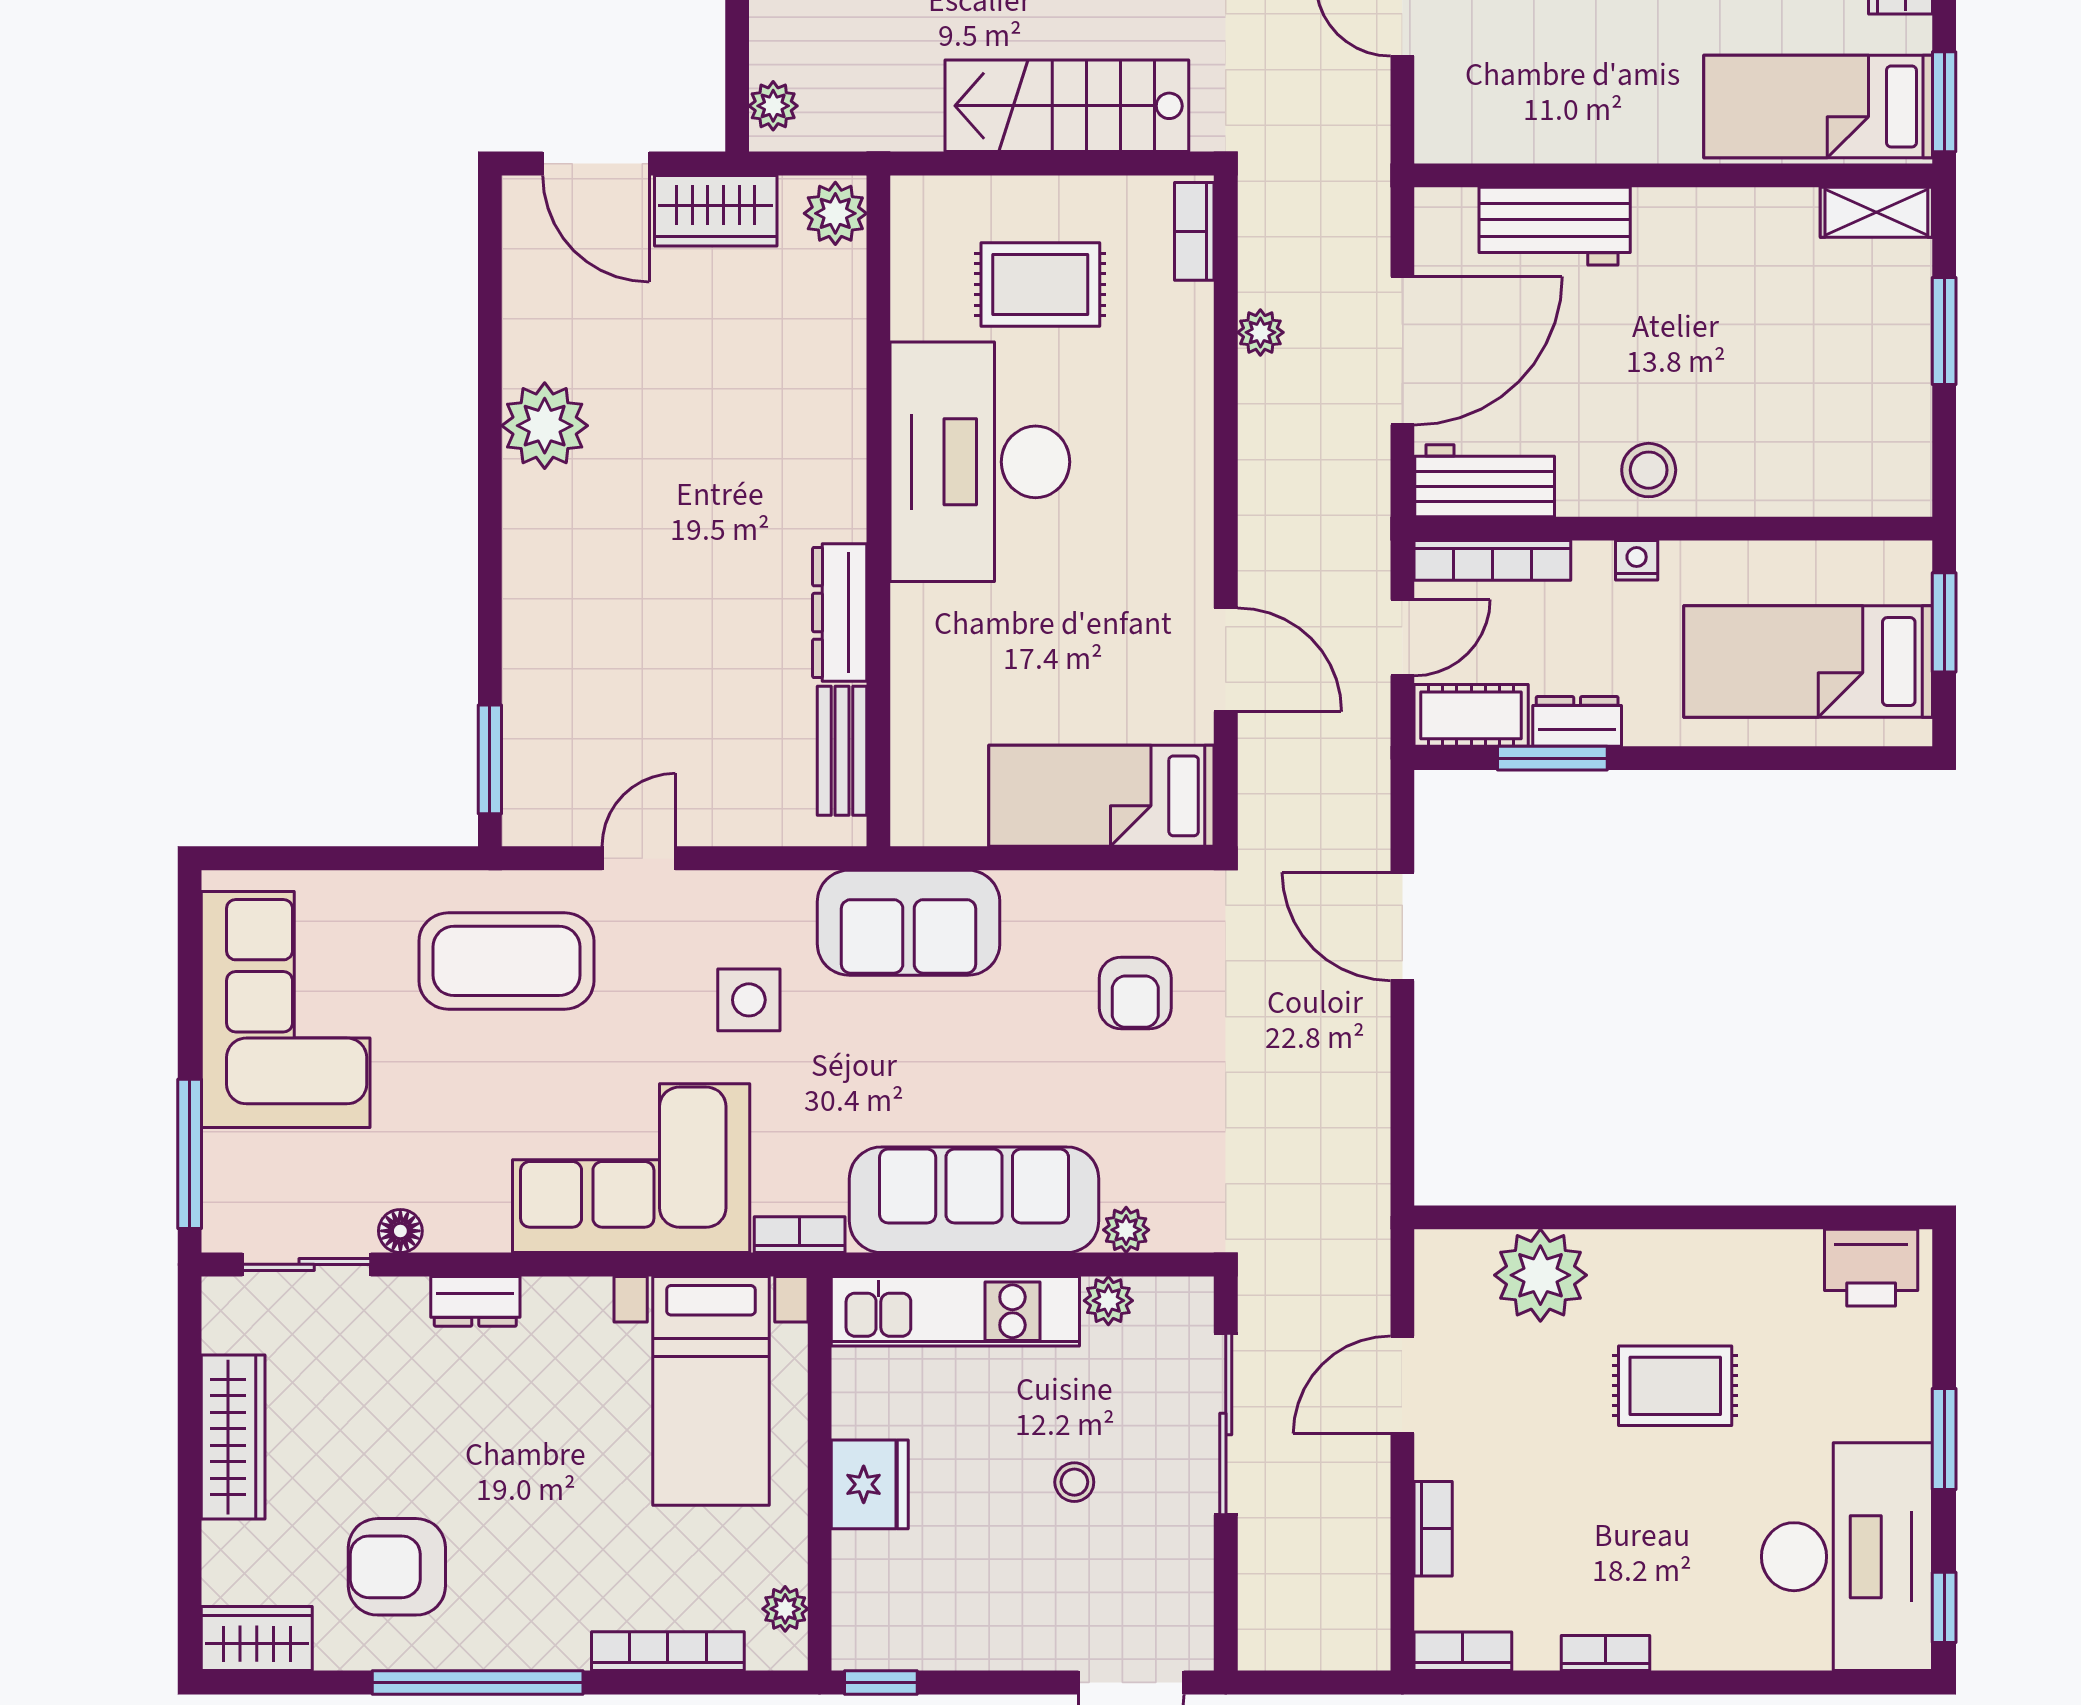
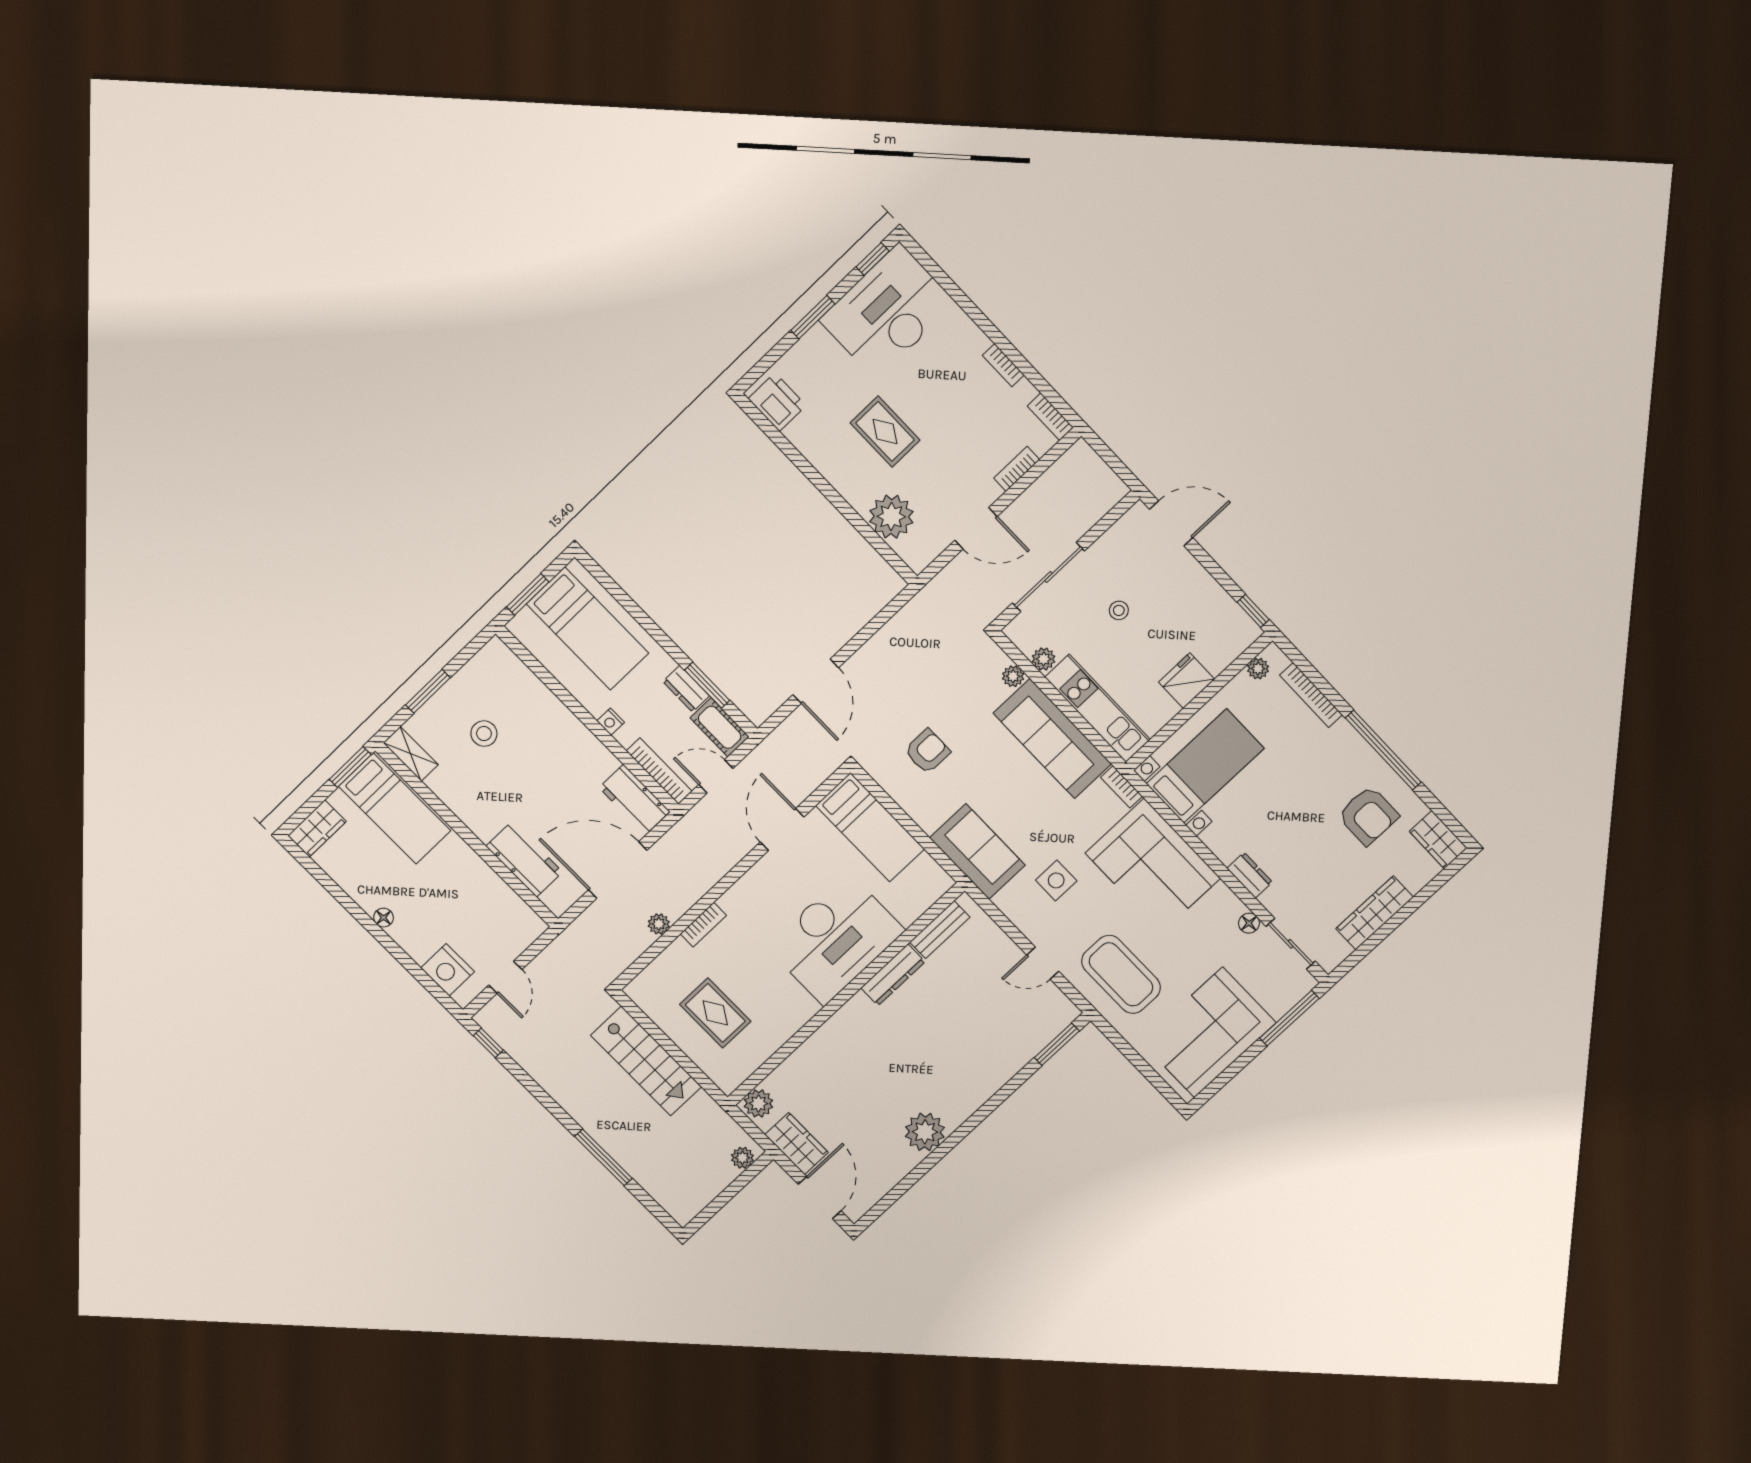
bookcase: (1194, 231) -> (703, 925), moved
desk: (980, 462) -> (836, 939), moved
stool: (1649, 470) -> (484, 734), moved

